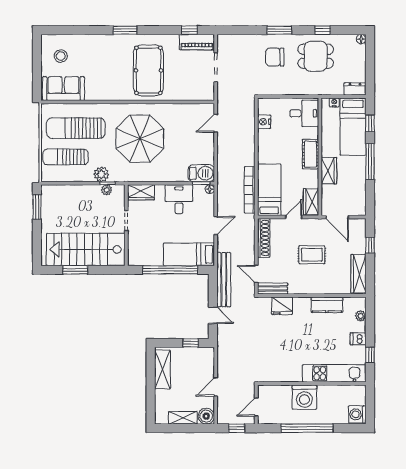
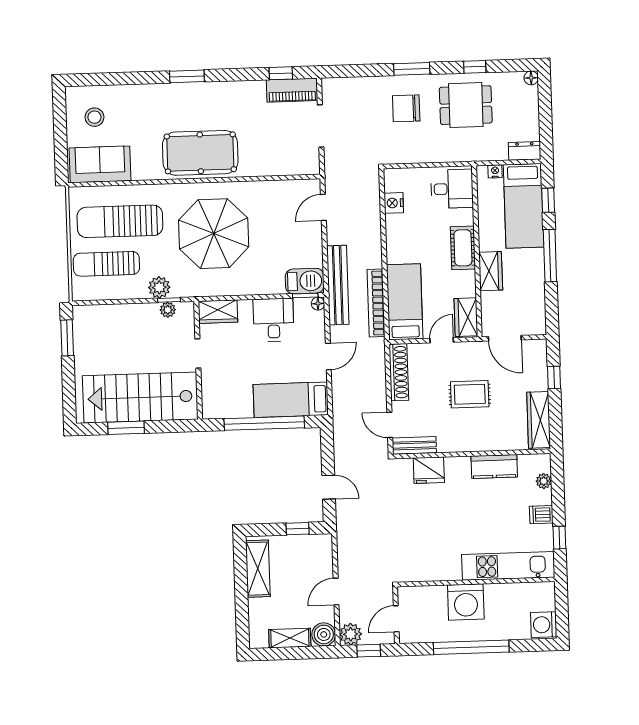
pool table: (148, 70) -> (200, 153), moved, turned 90
bench: (224, 280) -> (338, 285), moved
plant: (225, 417) -> (351, 634), added

